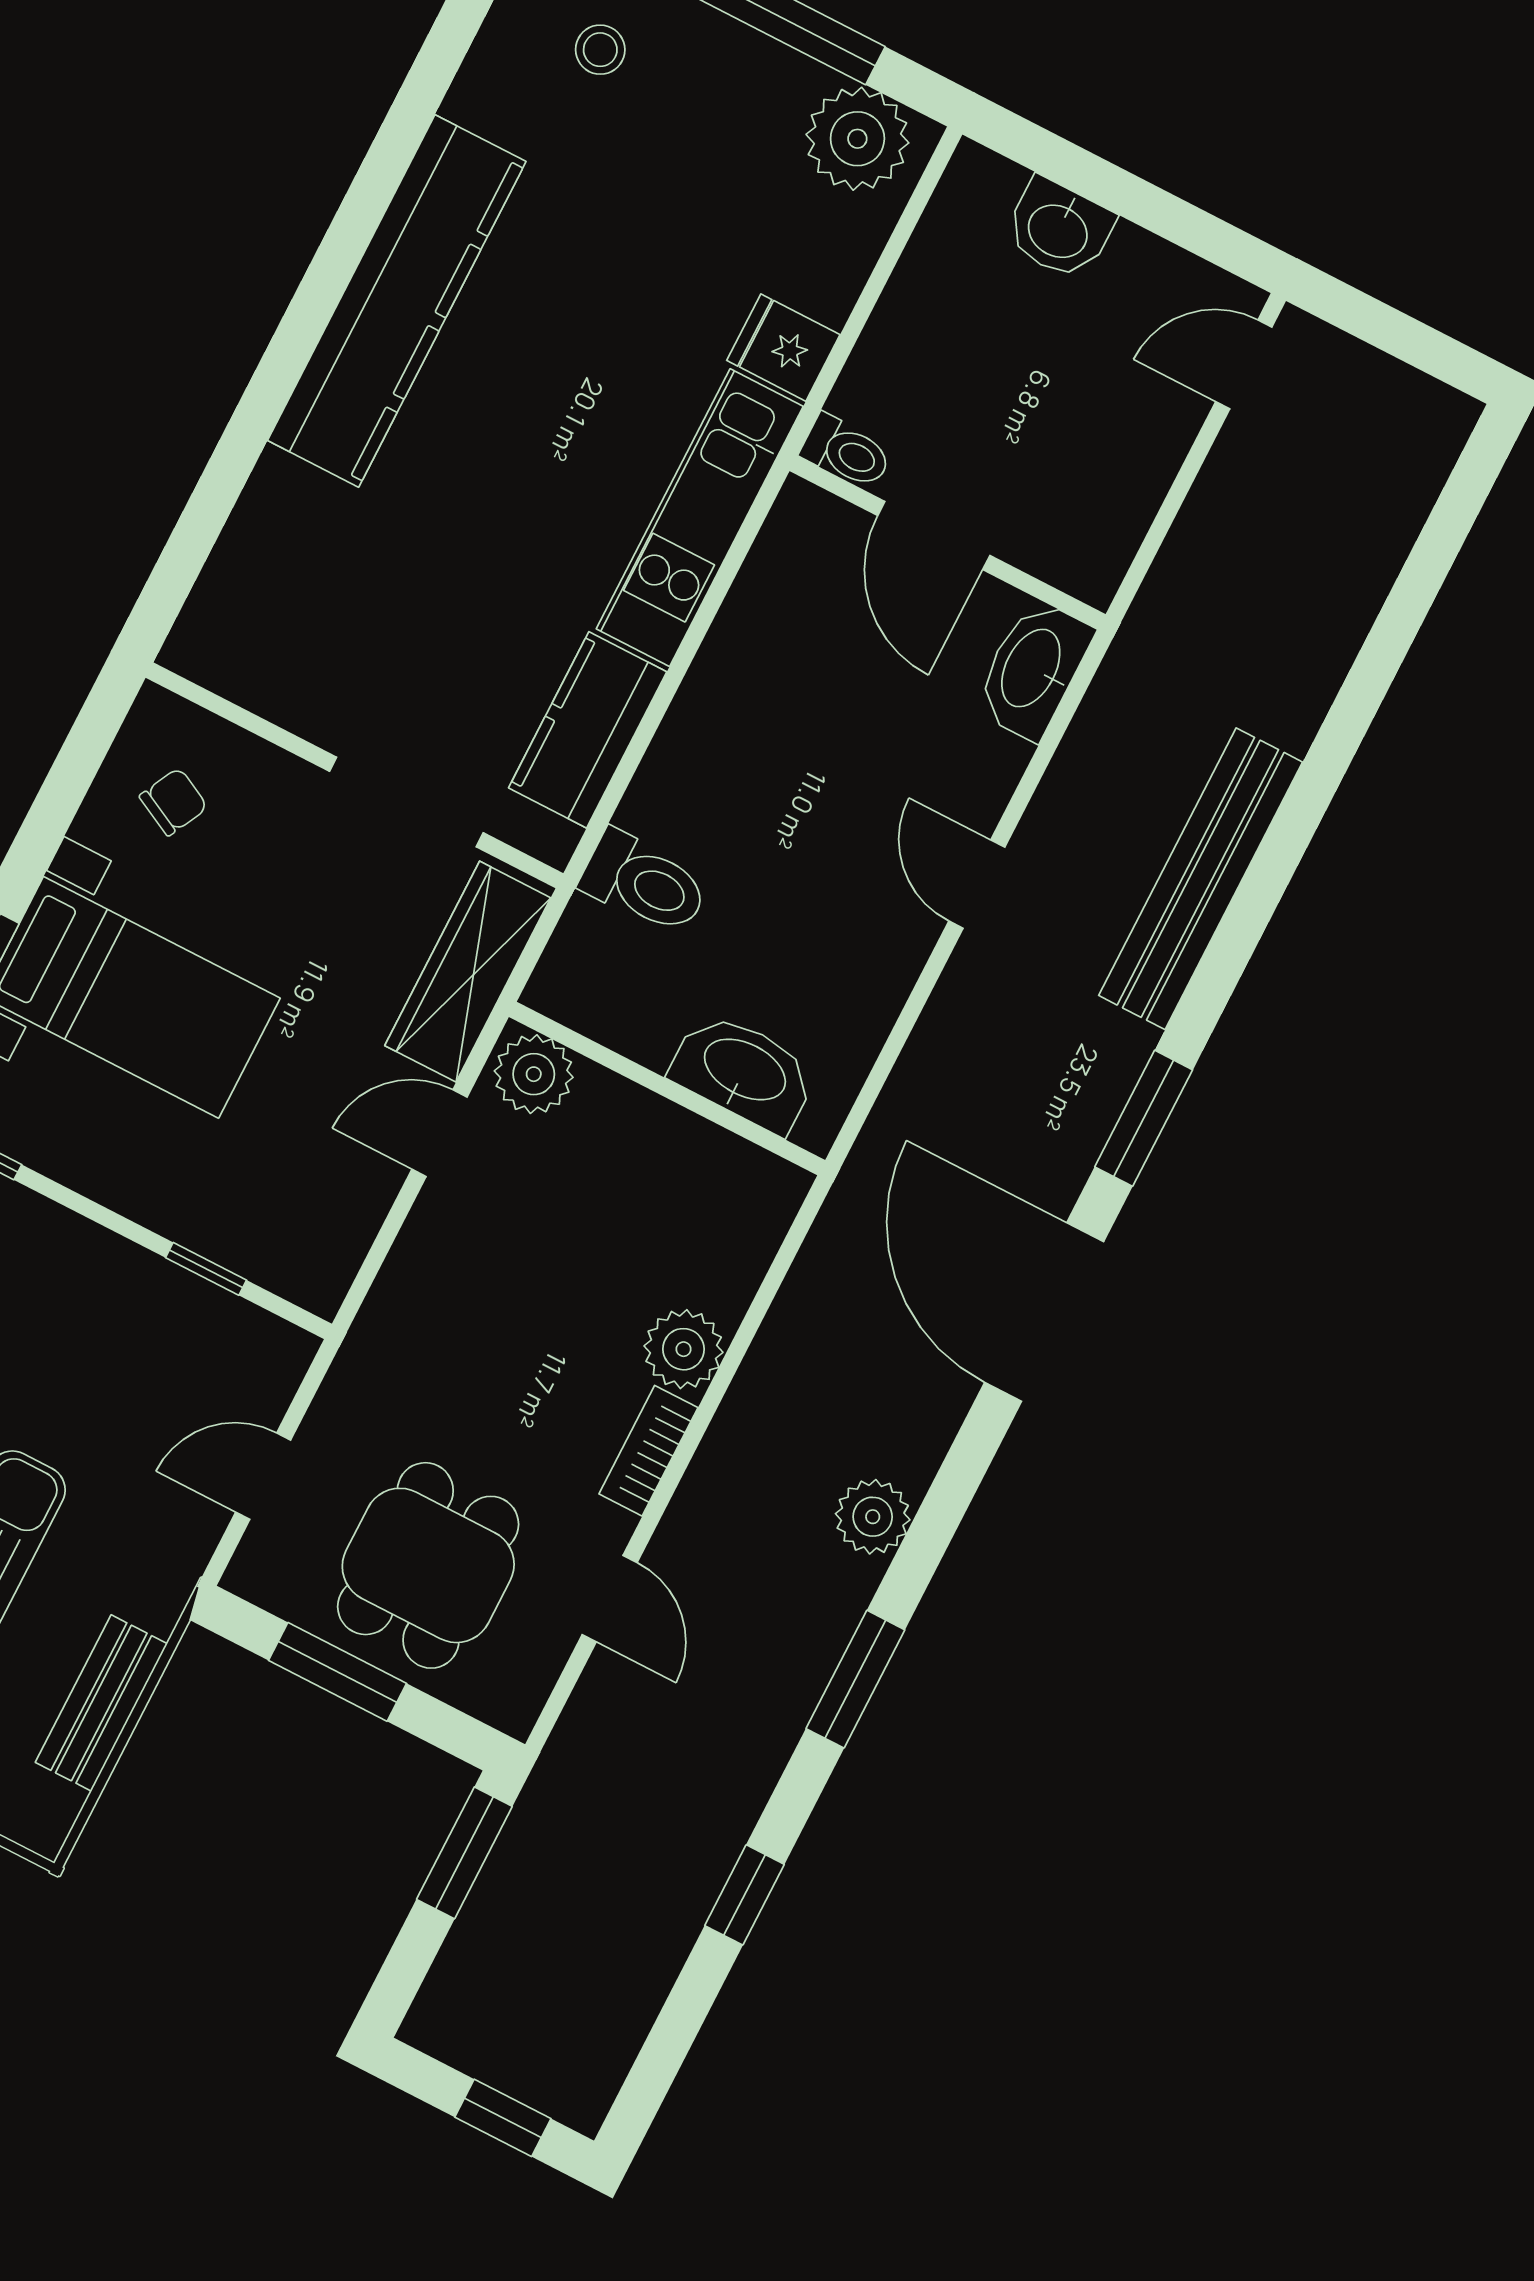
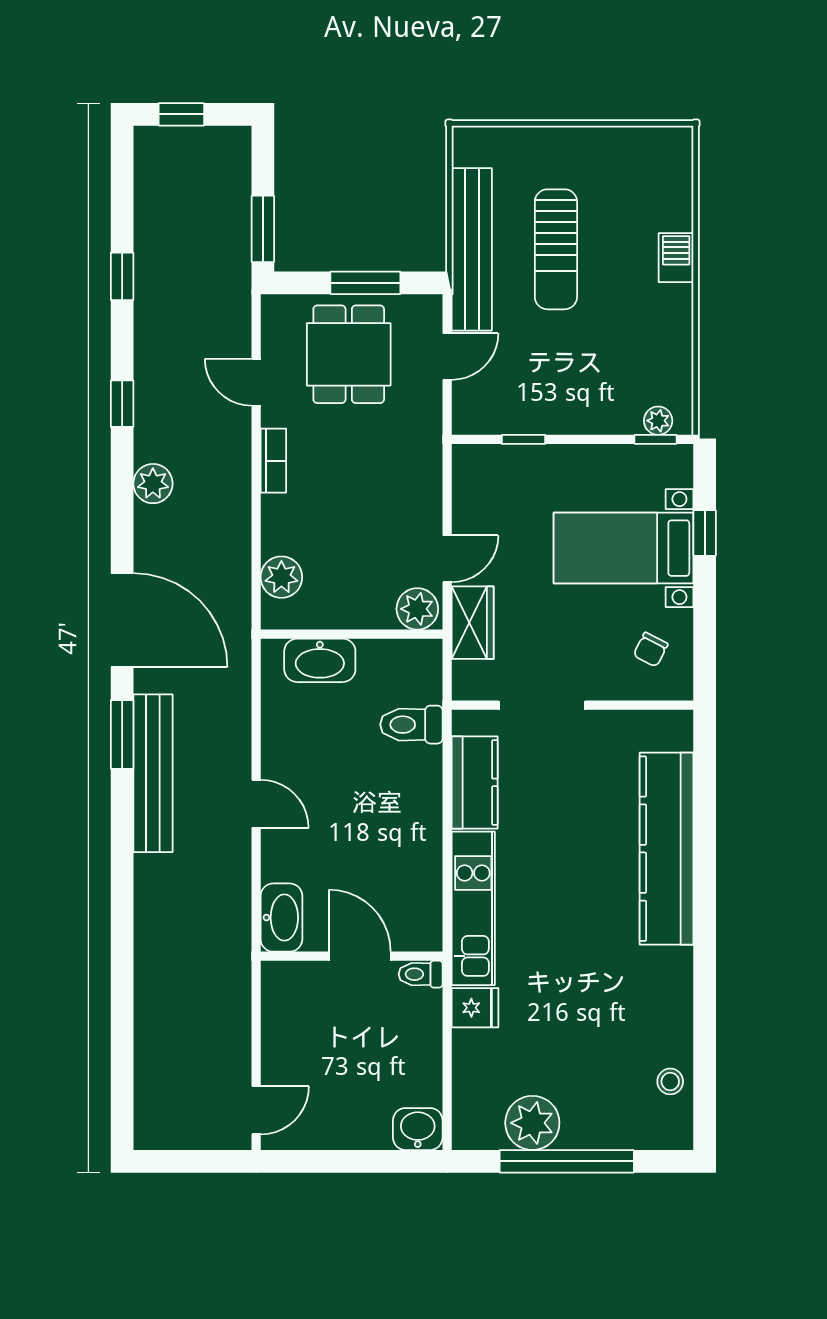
stool: (600, 50) -> (670, 1081), moved
plant: (857, 139) -> (532, 1123), moved
washbasin: (1059, 229) -> (418, 1129), moved
kitchen counter: (397, 301) -> (667, 849), moved
bench: (1201, 879) -> (153, 773), moved
wardrobe: (468, 972) -> (473, 623), width x0.67
plant: (684, 1349) -> (281, 577), moved
window: (855, 1679) -> (122, 404), width x0.67
bench: (101, 1703) -> (472, 249), width x1.86, depth x1.21

